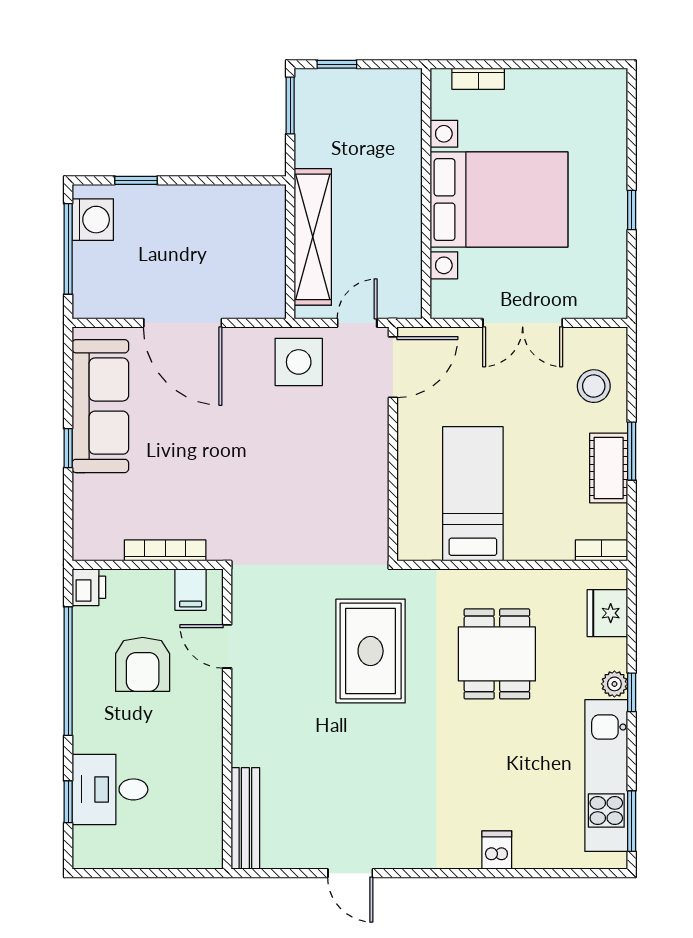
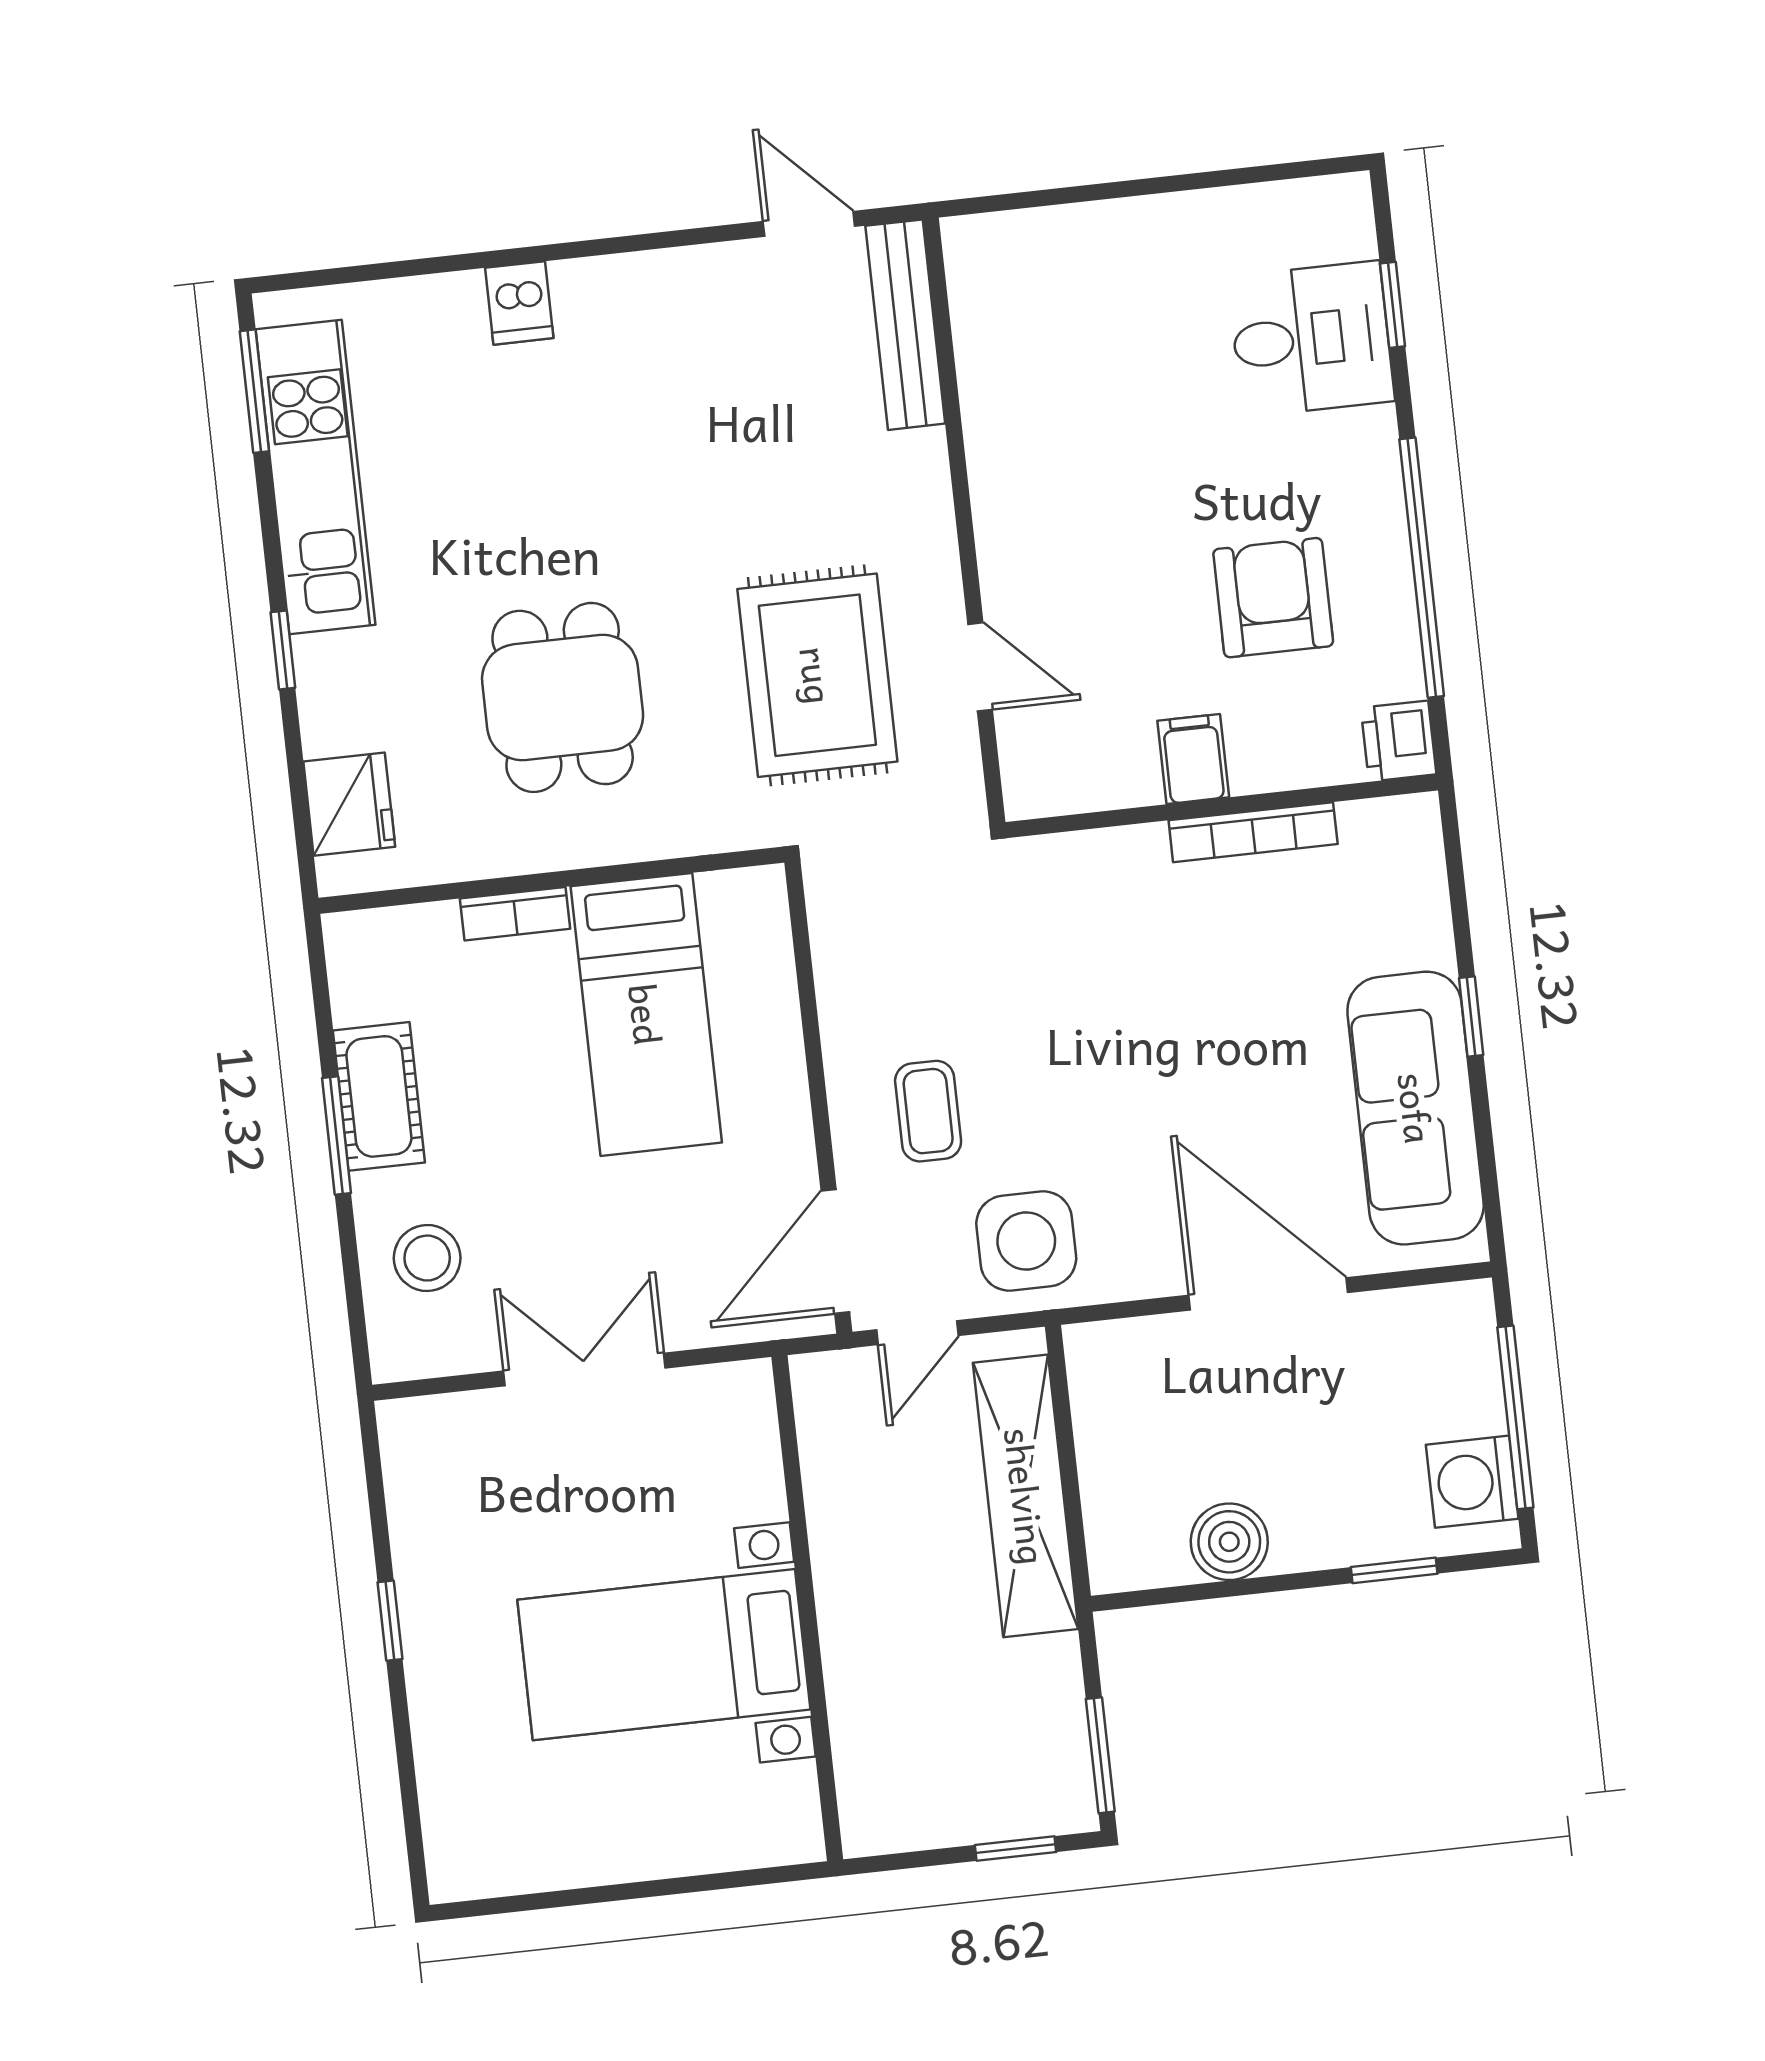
bookcase: (478, 79) -> (728, 1851), removed
bed with nightstands: (499, 200) -> (664, 1655), width x0.73
boiler: (215, 203) -> (1229, 1542), added
coffee table: (340, 431) -> (928, 1111), added
bookcase: (601, 550) -> (515, 914), moved
door: (227, 646) -> (980, 667), moved
plant: (614, 684) -> (319, 663), removed
wall: (227, 719) -> (964, 521), moved
bench: (245, 818) -> (905, 325), moved

